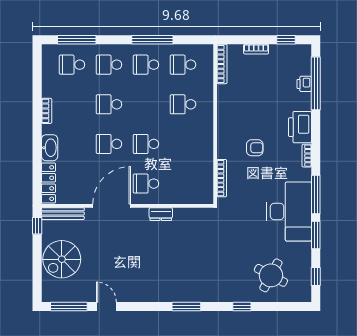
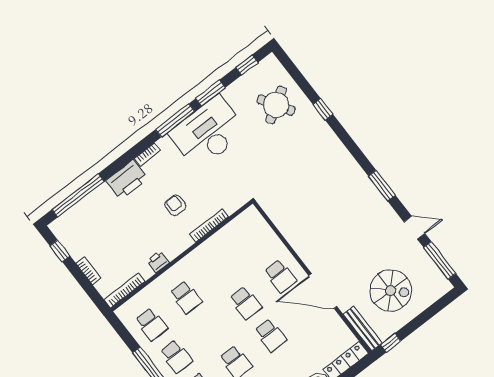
printer: (304, 84) -> (158, 262), moved, turned 180
bookcase: (222, 178) -> (209, 225), moved
dresser: (161, 214) -> (297, 243), removed
spiral stairs: (62, 259) -> (391, 291), moved
round table: (271, 275) -> (276, 105), turned 30
door: (106, 307) -> (414, 228), swing flipped
window: (186, 307) -> (382, 186), moved

